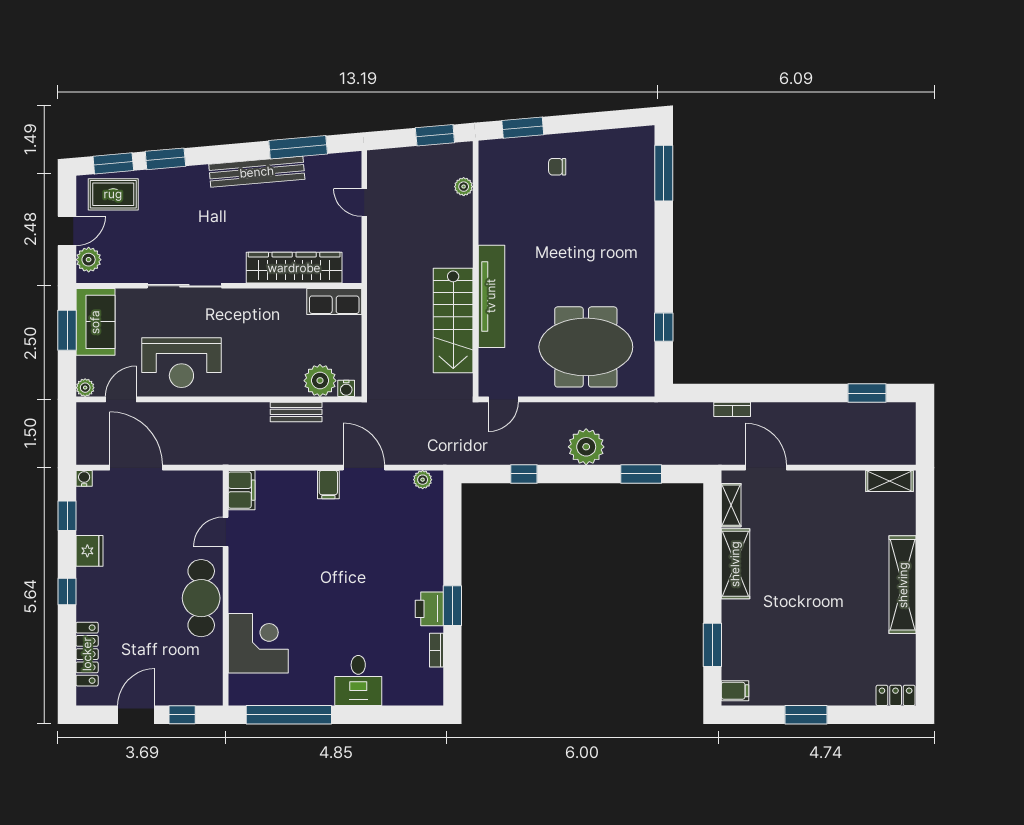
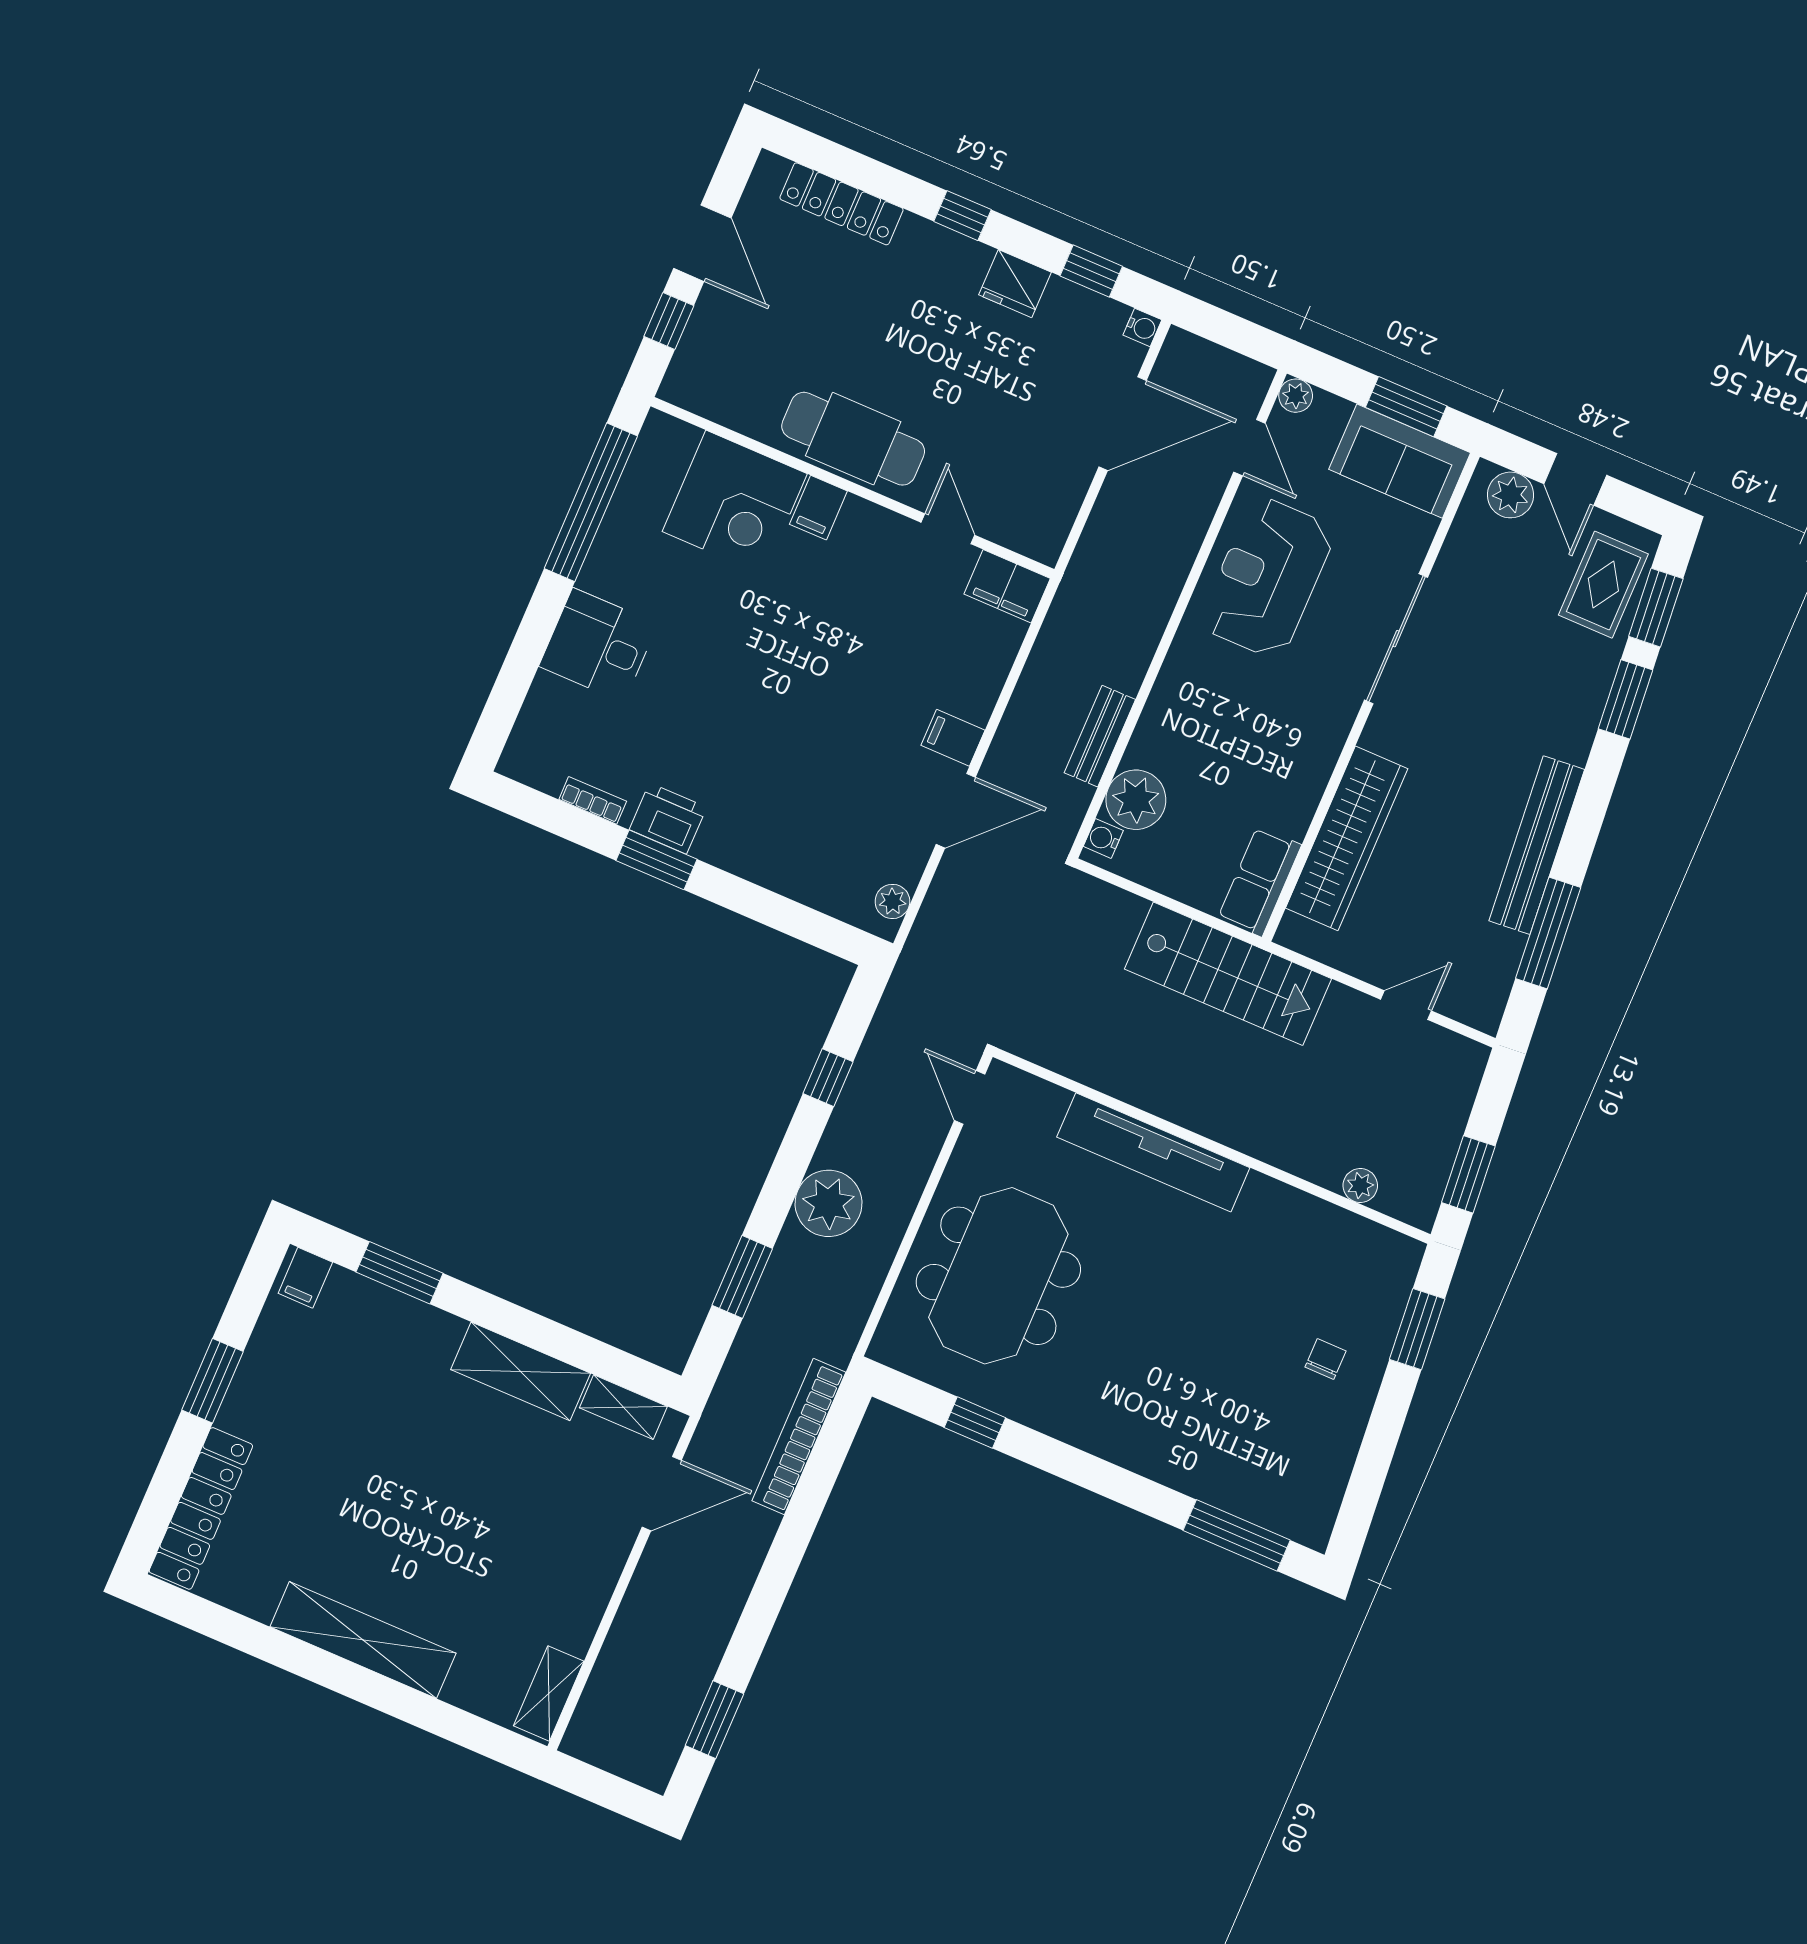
stairs: (453, 320) -> (1228, 974), moved, turned 180
bookcase: (732, 409) -> (799, 1436), width x2.31, depth x1.31
filing cabinet: (243, 601) -> (818, 508), added
locker: (896, 695) -> (201, 1508), width x2.16, depth x1.21

